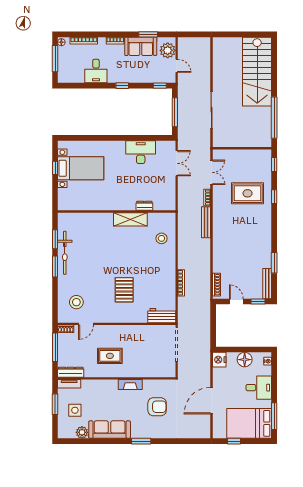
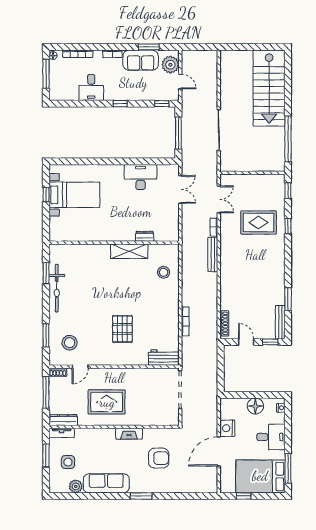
window: (55, 267) -> (46, 335), moved
rug: (110, 356) -> (107, 402), width x1.36, depth x1.43
nightstand: (219, 360) -> (227, 428), moved

